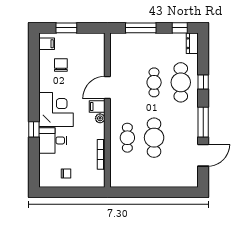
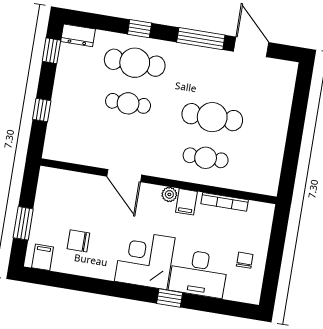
window: (141, 28) -> (42, 110), width x0.46
filing cabinet: (97, 107) -> (186, 202), moved
desk: (53, 140) -> (198, 273), width x1.37

